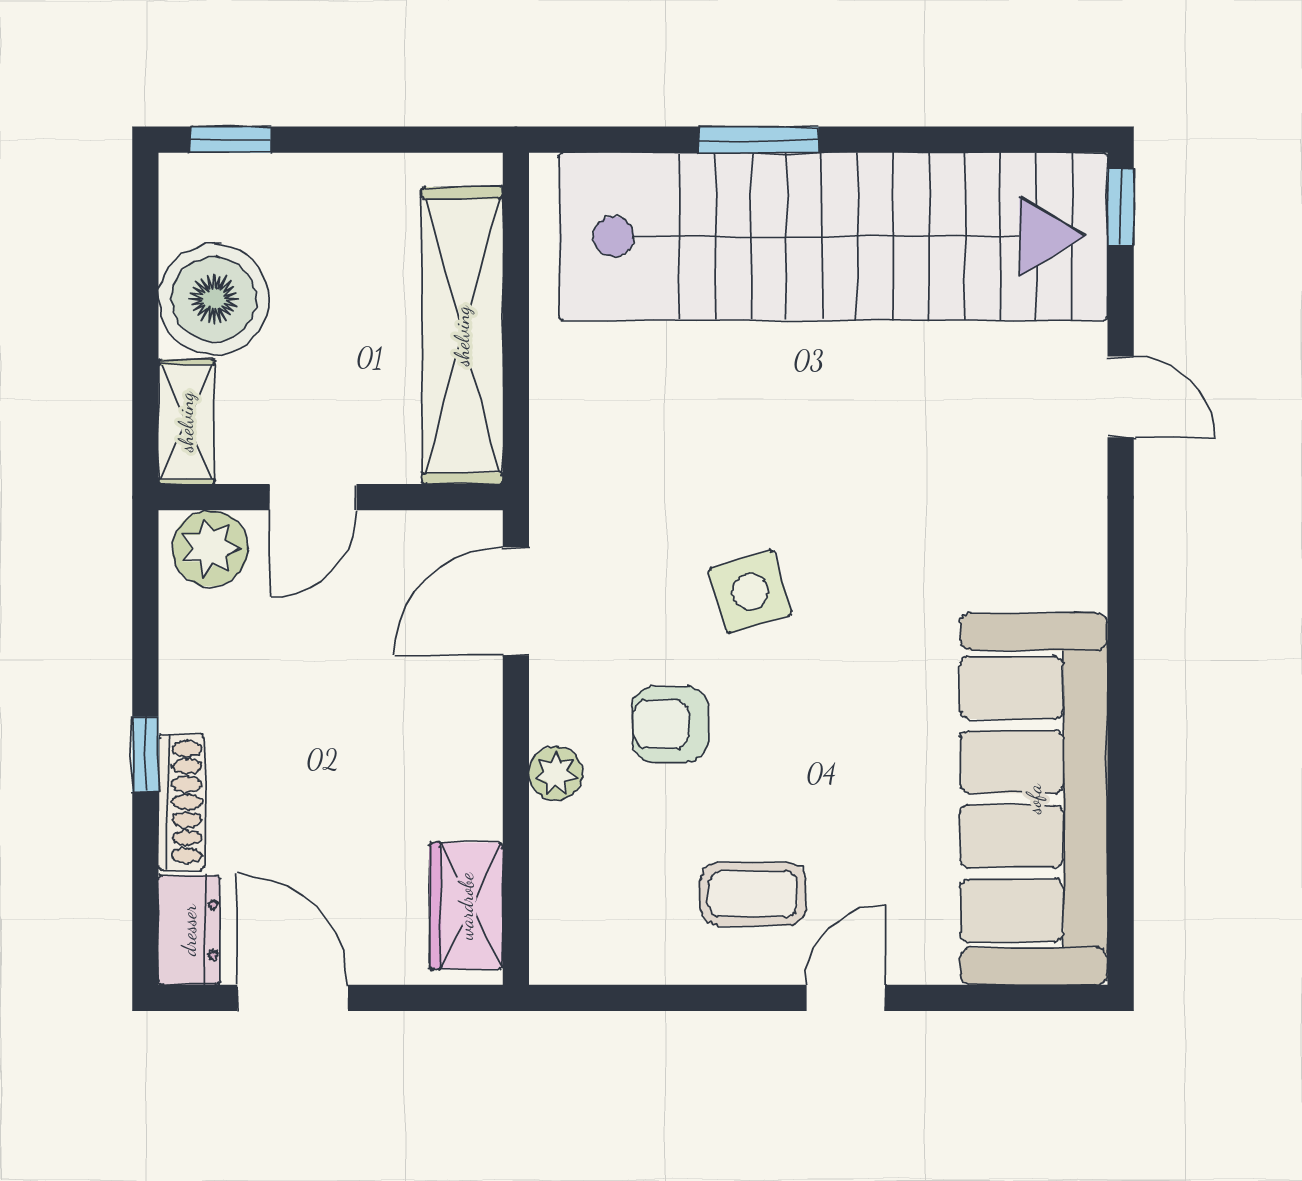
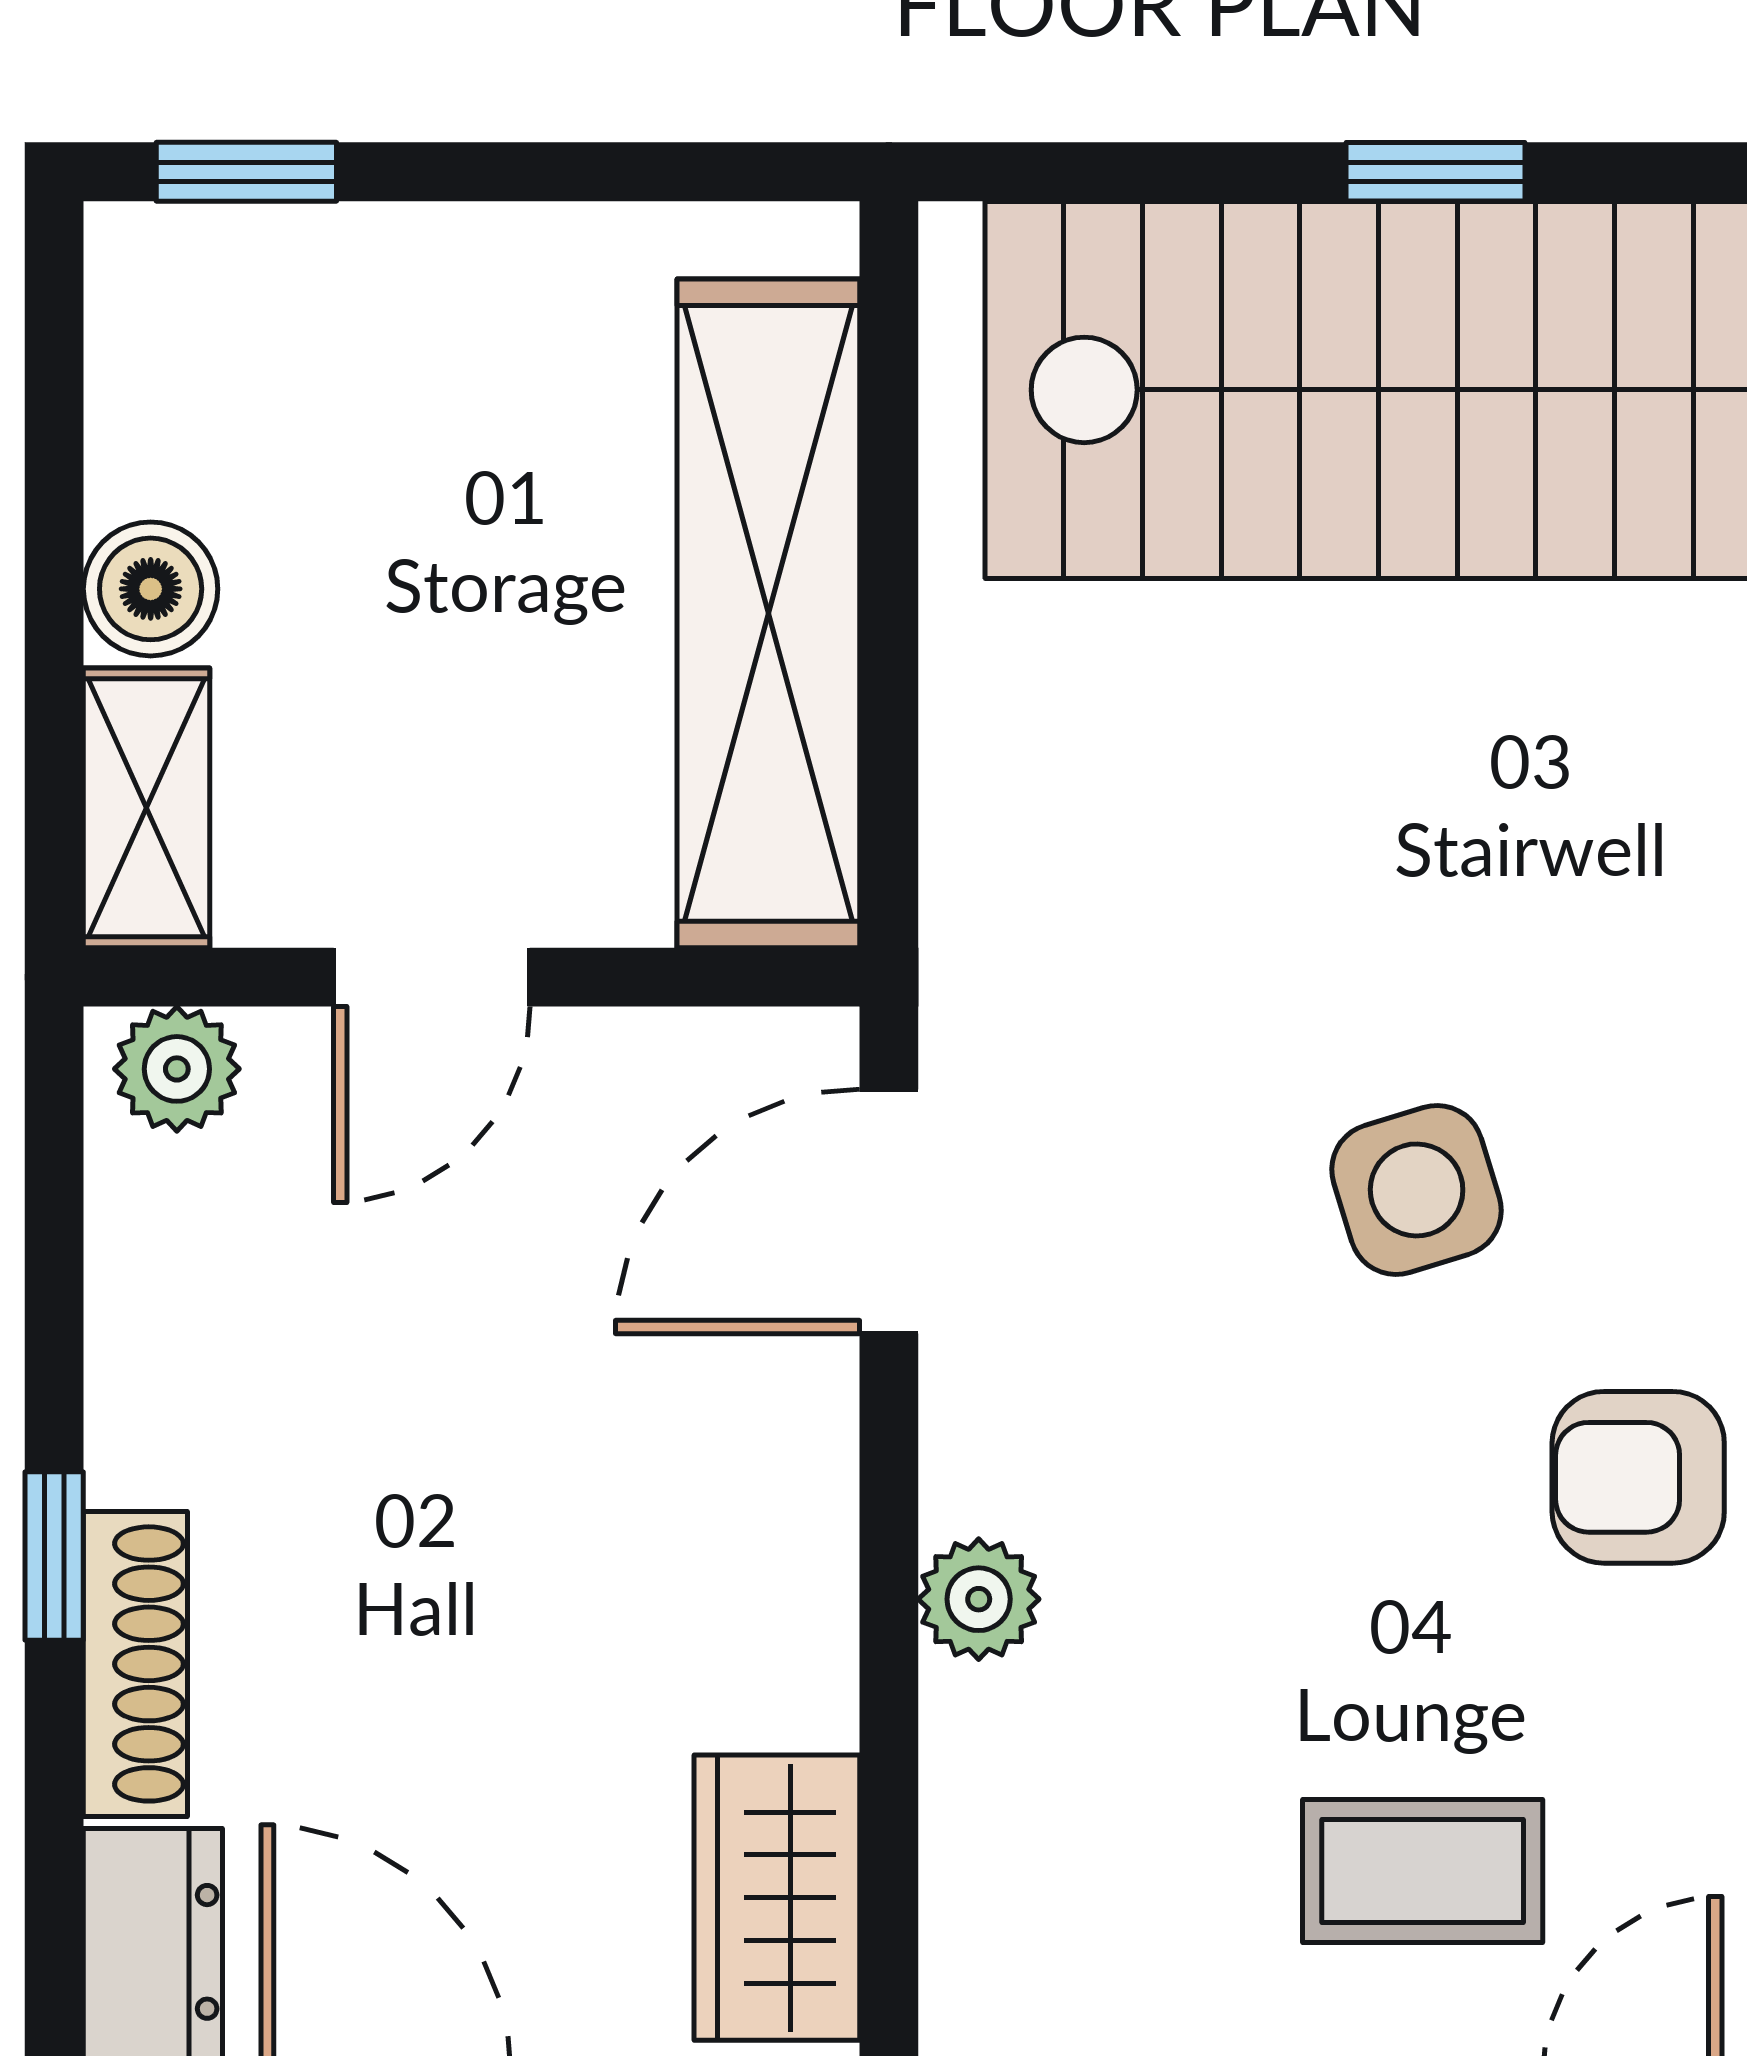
window: (759, 140) -> (1436, 172), width x0.67
boiler: (214, 299) -> (151, 589), width x0.54, depth x0.54
plant: (210, 548) -> (177, 1069), width x0.73, depth x0.73
armchair: (670, 724) -> (1638, 1477), moved

